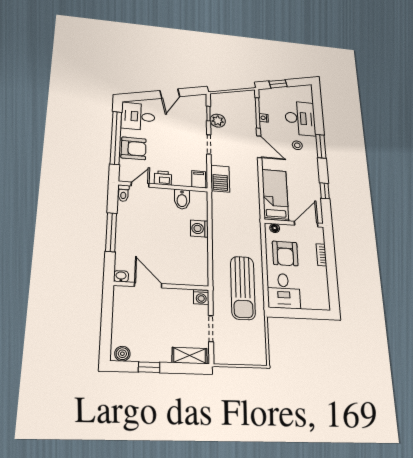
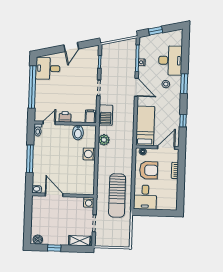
plant: (218, 121) -> (104, 140), moved
armchair: (134, 148) -> (45, 95), removed
armchair: (285, 253) -> (149, 170), turned -90

